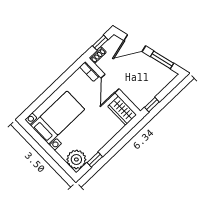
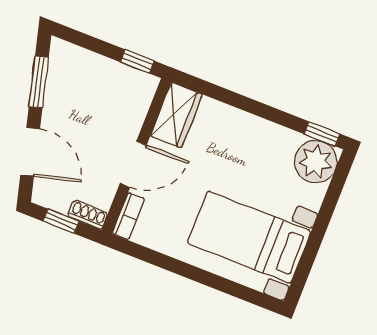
window: (95, 160) -> (322, 134), moved

